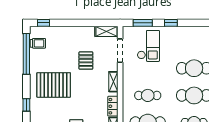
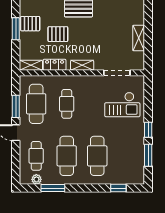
window: (143, 23) -> (148, 155), moved
shelving: (106, 31) -> (139, 38), moved
pallet: (86, 61) -> (58, 34), moved

